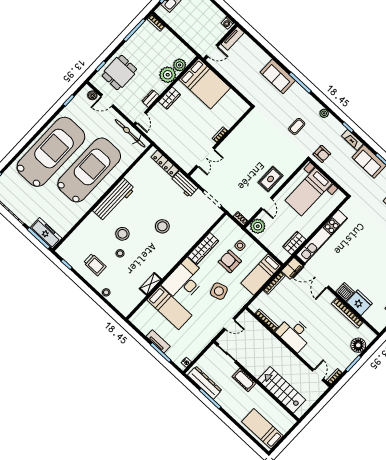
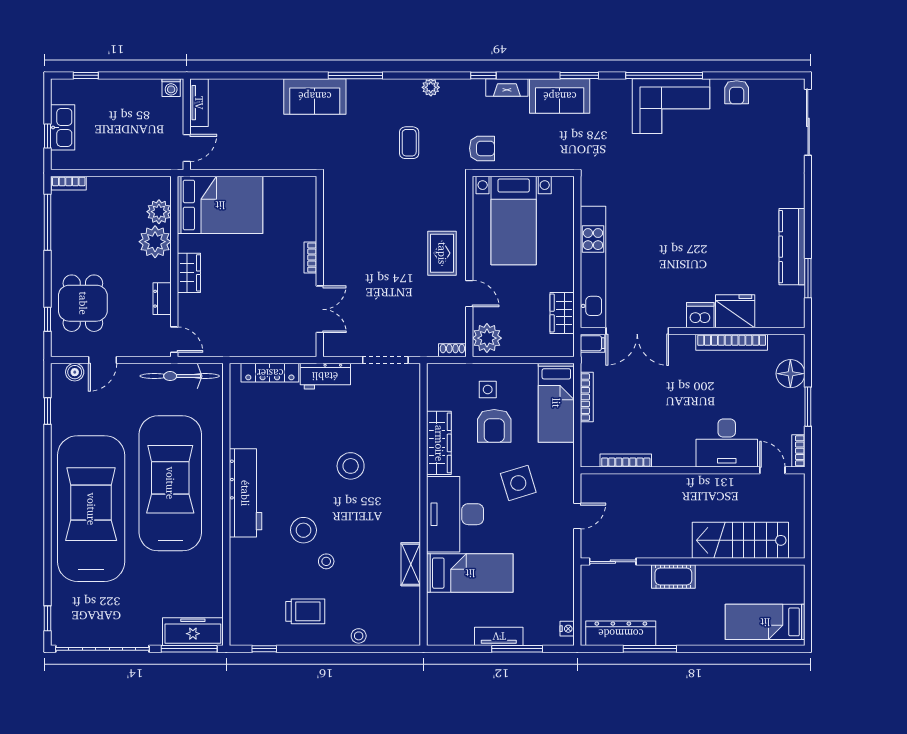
armchair: (230, 261) -> (494, 426), turned -90
filing cabinet: (292, 268) -> (593, 343), width x0.50
desk: (294, 334) -> (727, 443), moved

